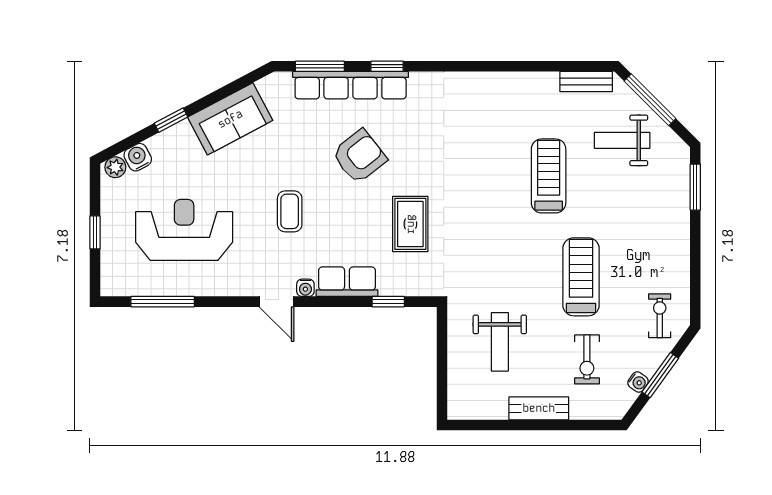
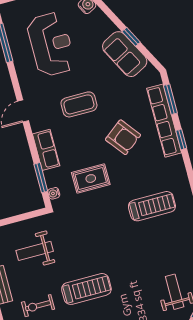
window: (171, 120) -> (131, 37), moved
treadmill: (549, 176) -> (152, 206), moved
coffee table: (290, 211) -> (79, 104), width x1.36, depth x1.30
water cooler: (305, 288) -> (54, 193), moved
window: (388, 302) -> (41, 178), width x1.50

